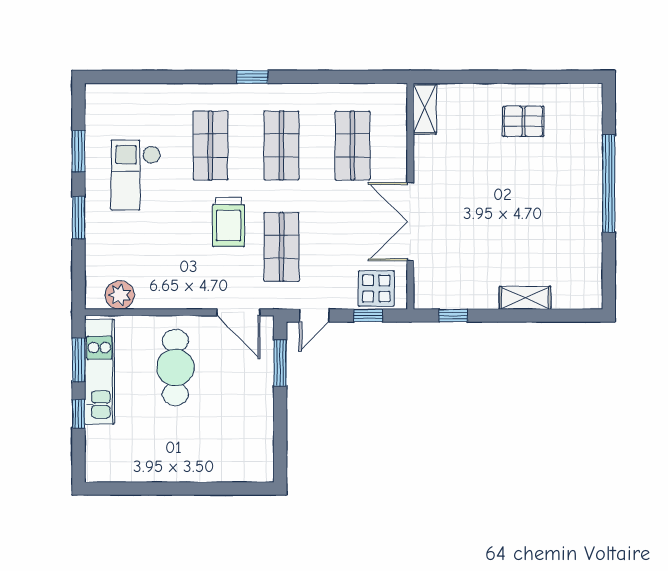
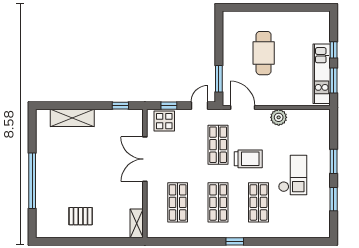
checkout: (136, 175) -> (293, 175), moved
trolley: (228, 222) -> (248, 159), turned 90
double door: (410, 222) -> (145, 159), swing flipped
plant: (120, 295) -> (279, 117), moved
shelving: (525, 298) -> (72, 118), width x1.50, depth x1.33
cafe table: (175, 367) -> (264, 53), moved

